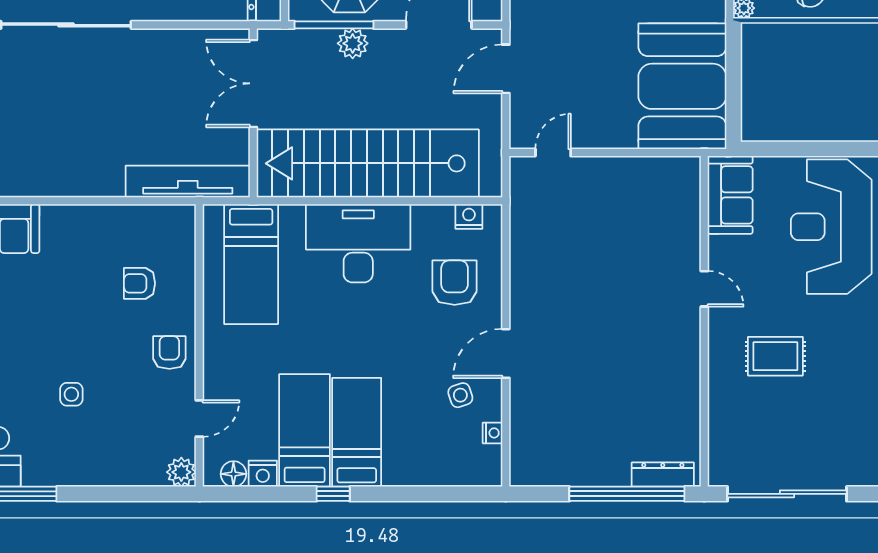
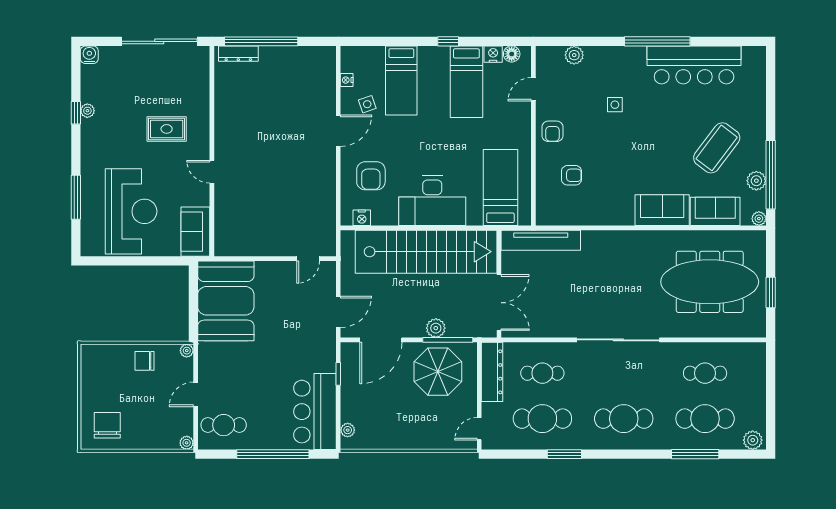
bed: (357, 432) -> (401, 81), moved
plant: (181, 472) -> (574, 55), moved

